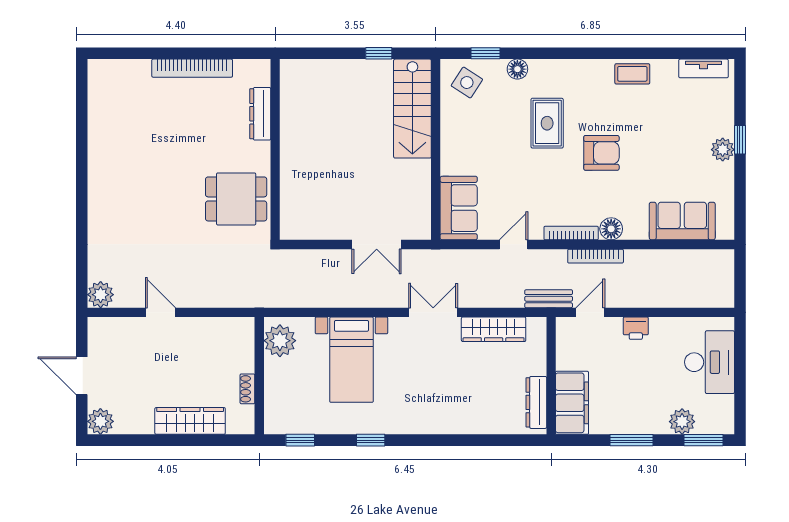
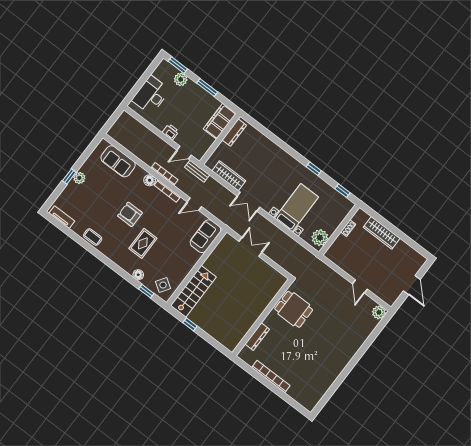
plant: (100, 421) -> (418, 261), removed

